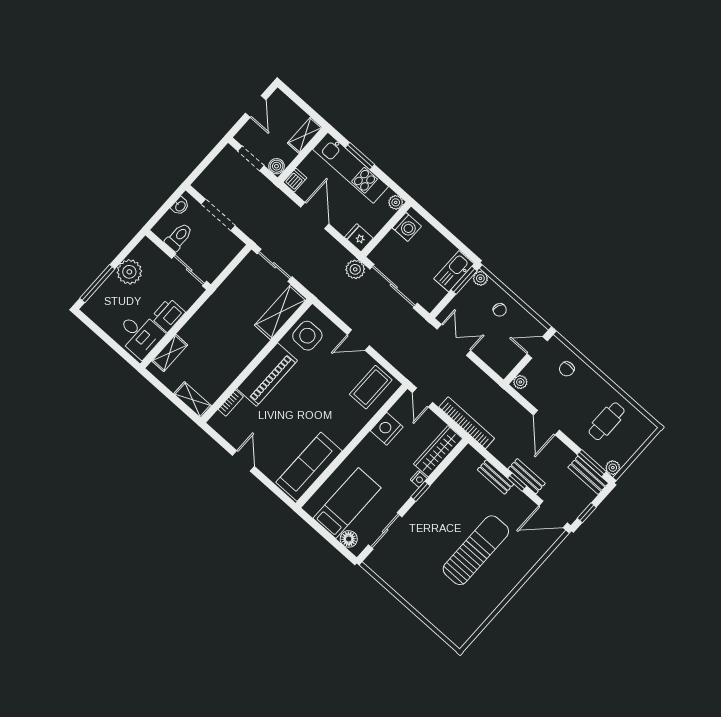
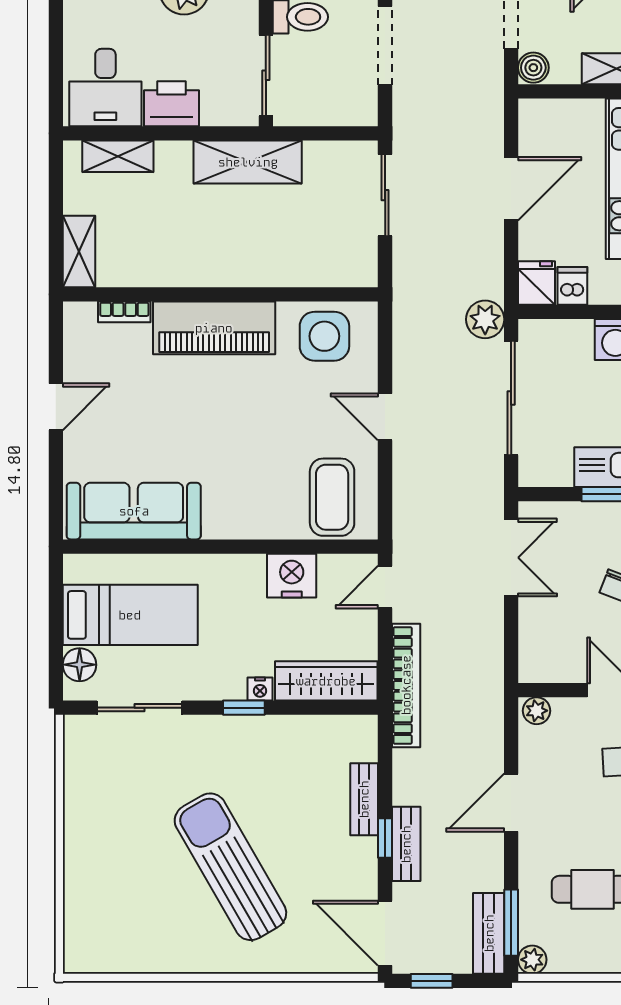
dishwasher: (295, 180) -> (572, 286), moved, turned -90
shelving: (281, 312) -> (248, 162), moved
coffee table: (371, 387) -> (332, 497), turned 90
sun lounger: (476, 550) -> (230, 867), turned -120

